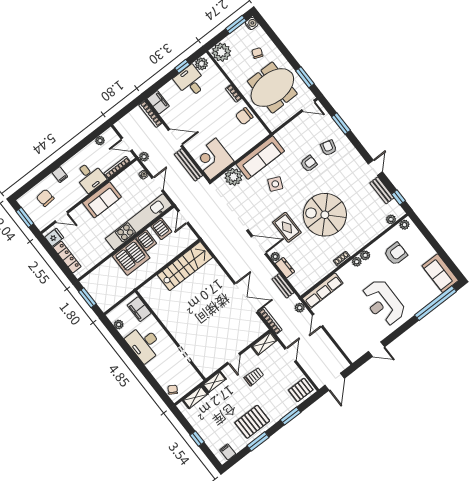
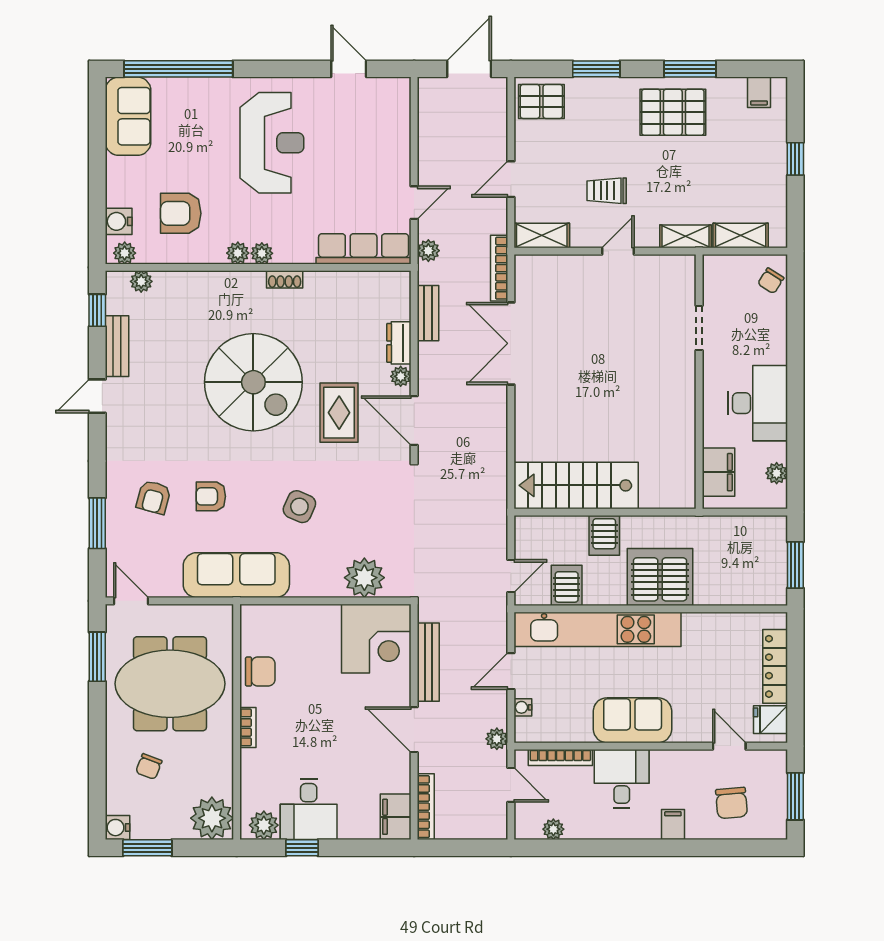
sofa: (260, 158) -> (236, 575), moved
water cooler: (415, 234) -> (119, 221), added
server rack: (146, 240) -> (604, 535), moved, turned 180

